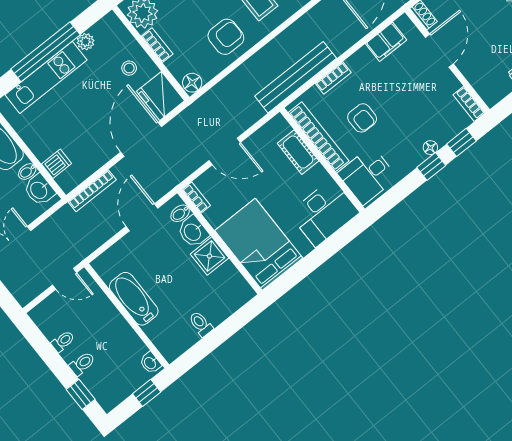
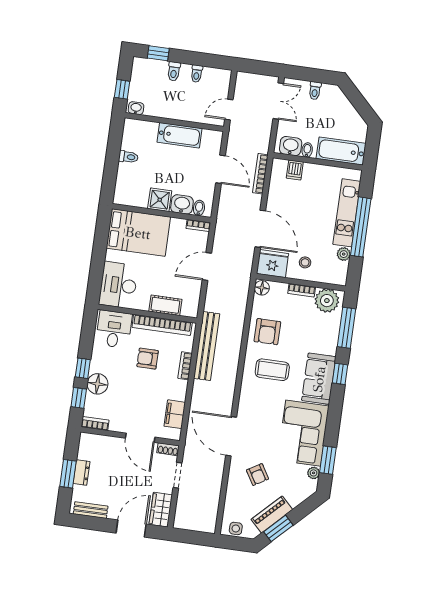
floor lamp: (430, 148) -> (97, 384), width x1.89, depth x1.89
door: (142, 217) -> (221, 169), moved

